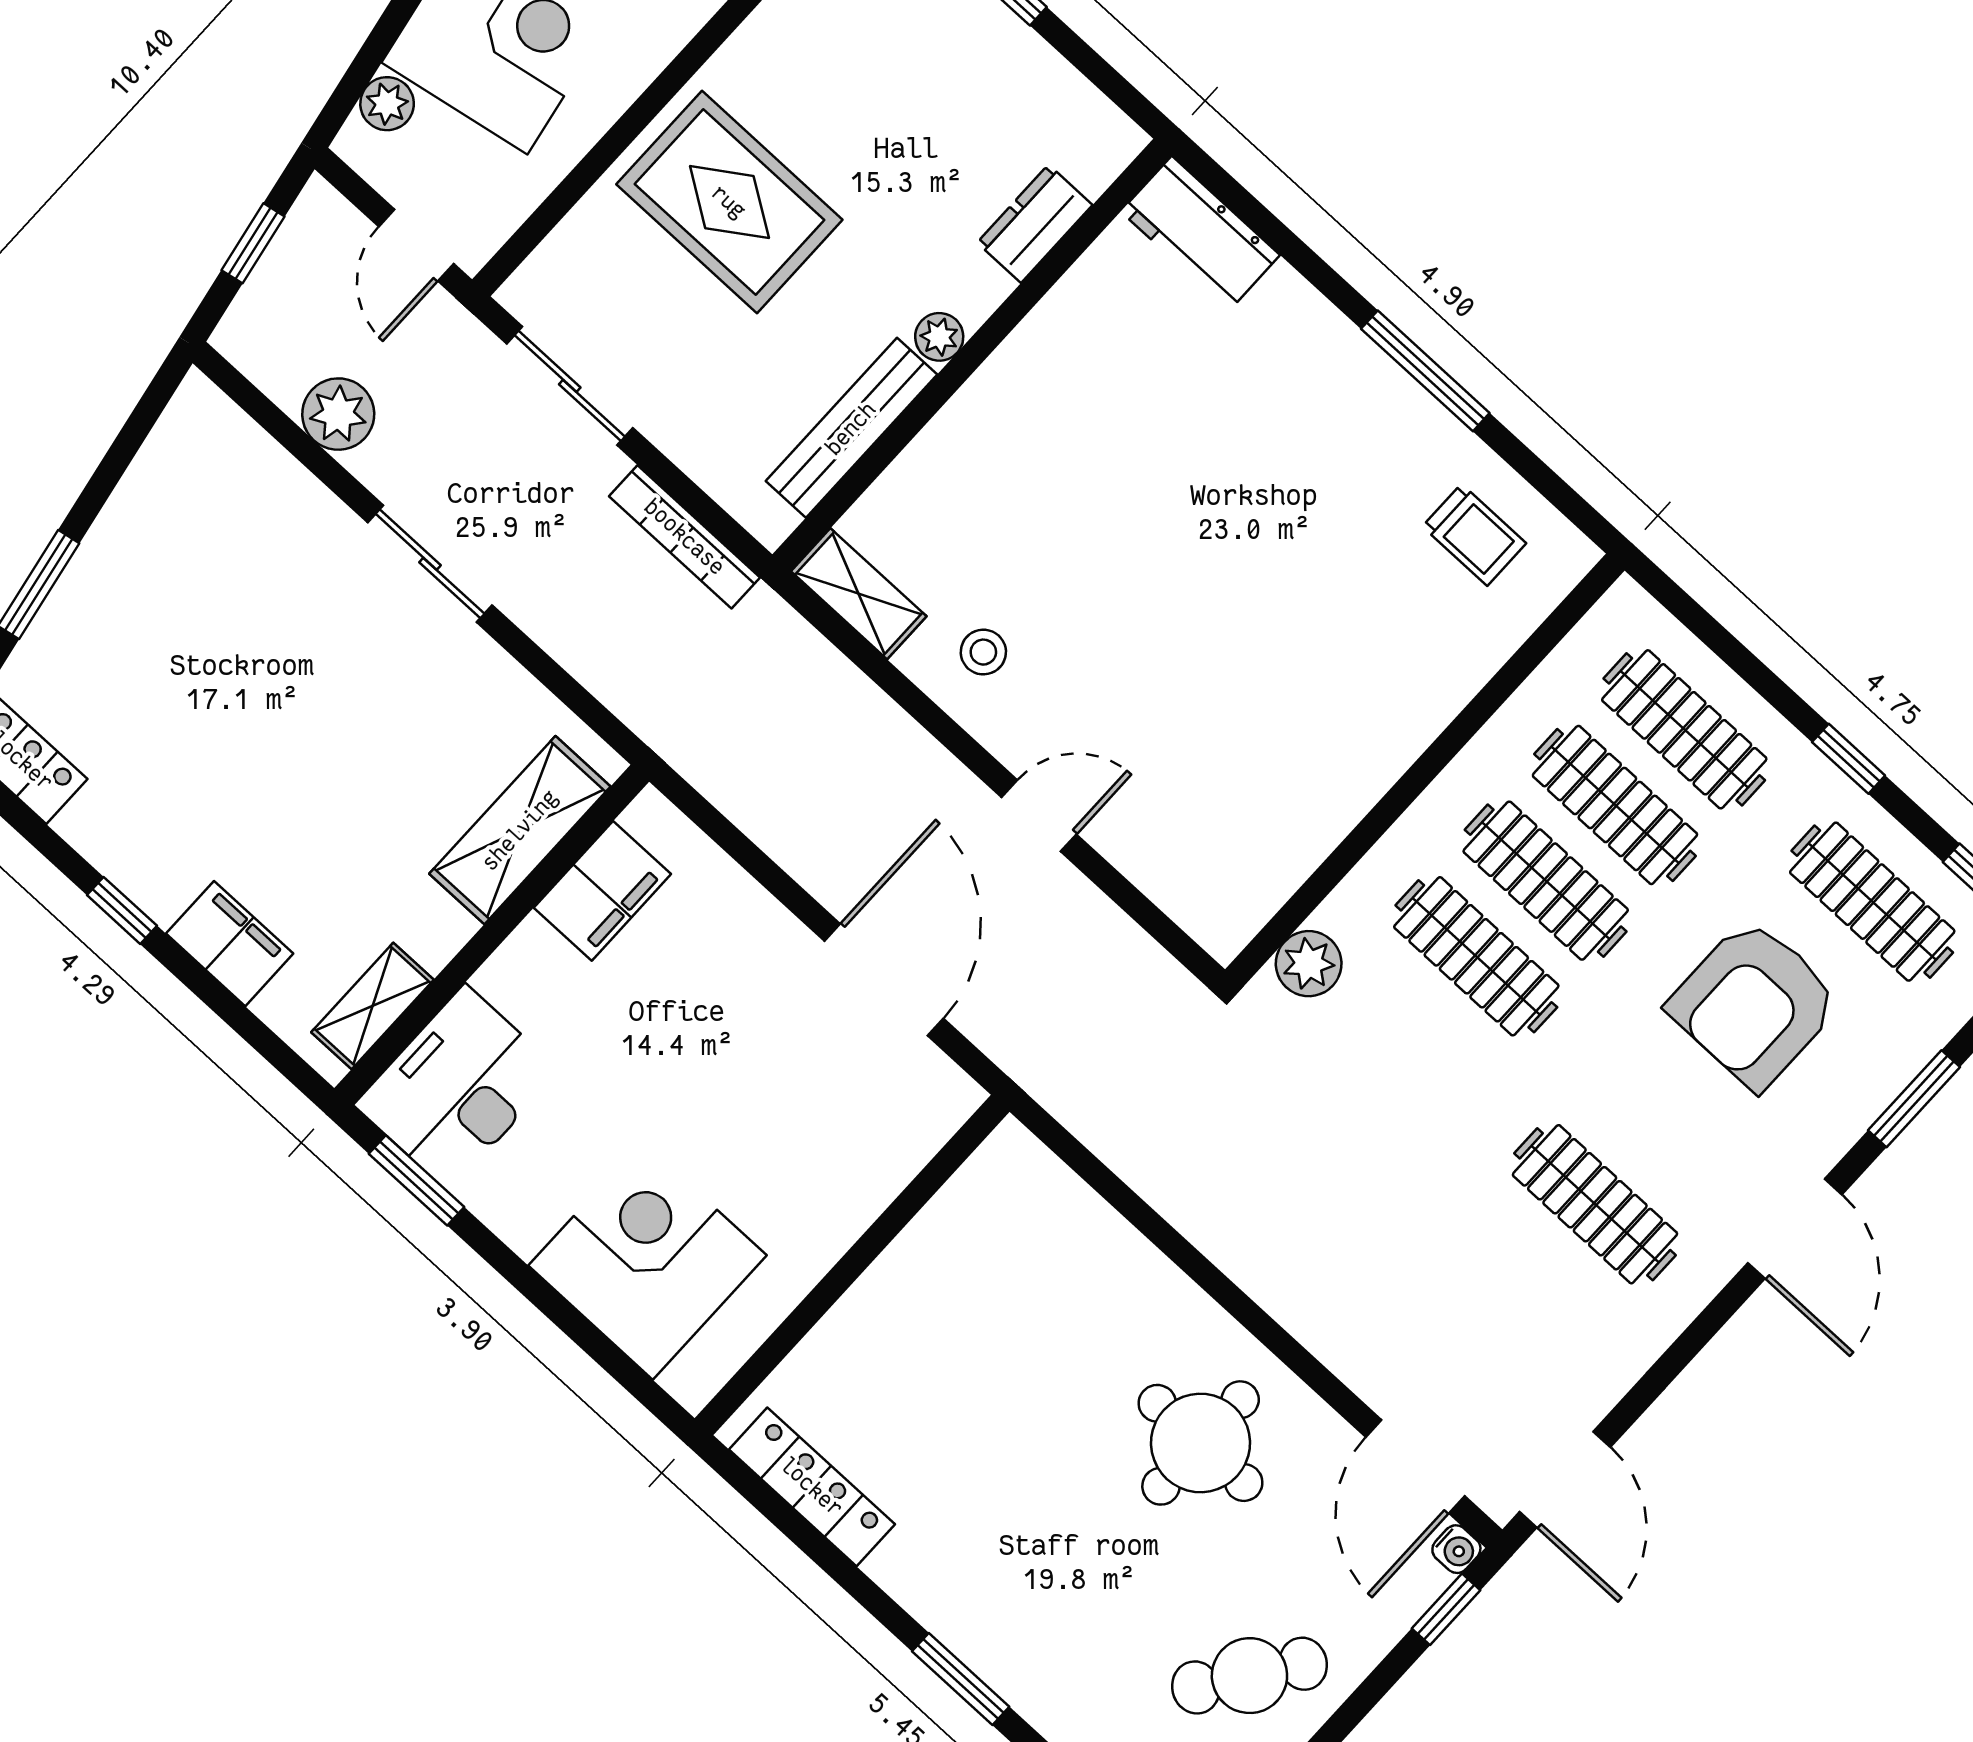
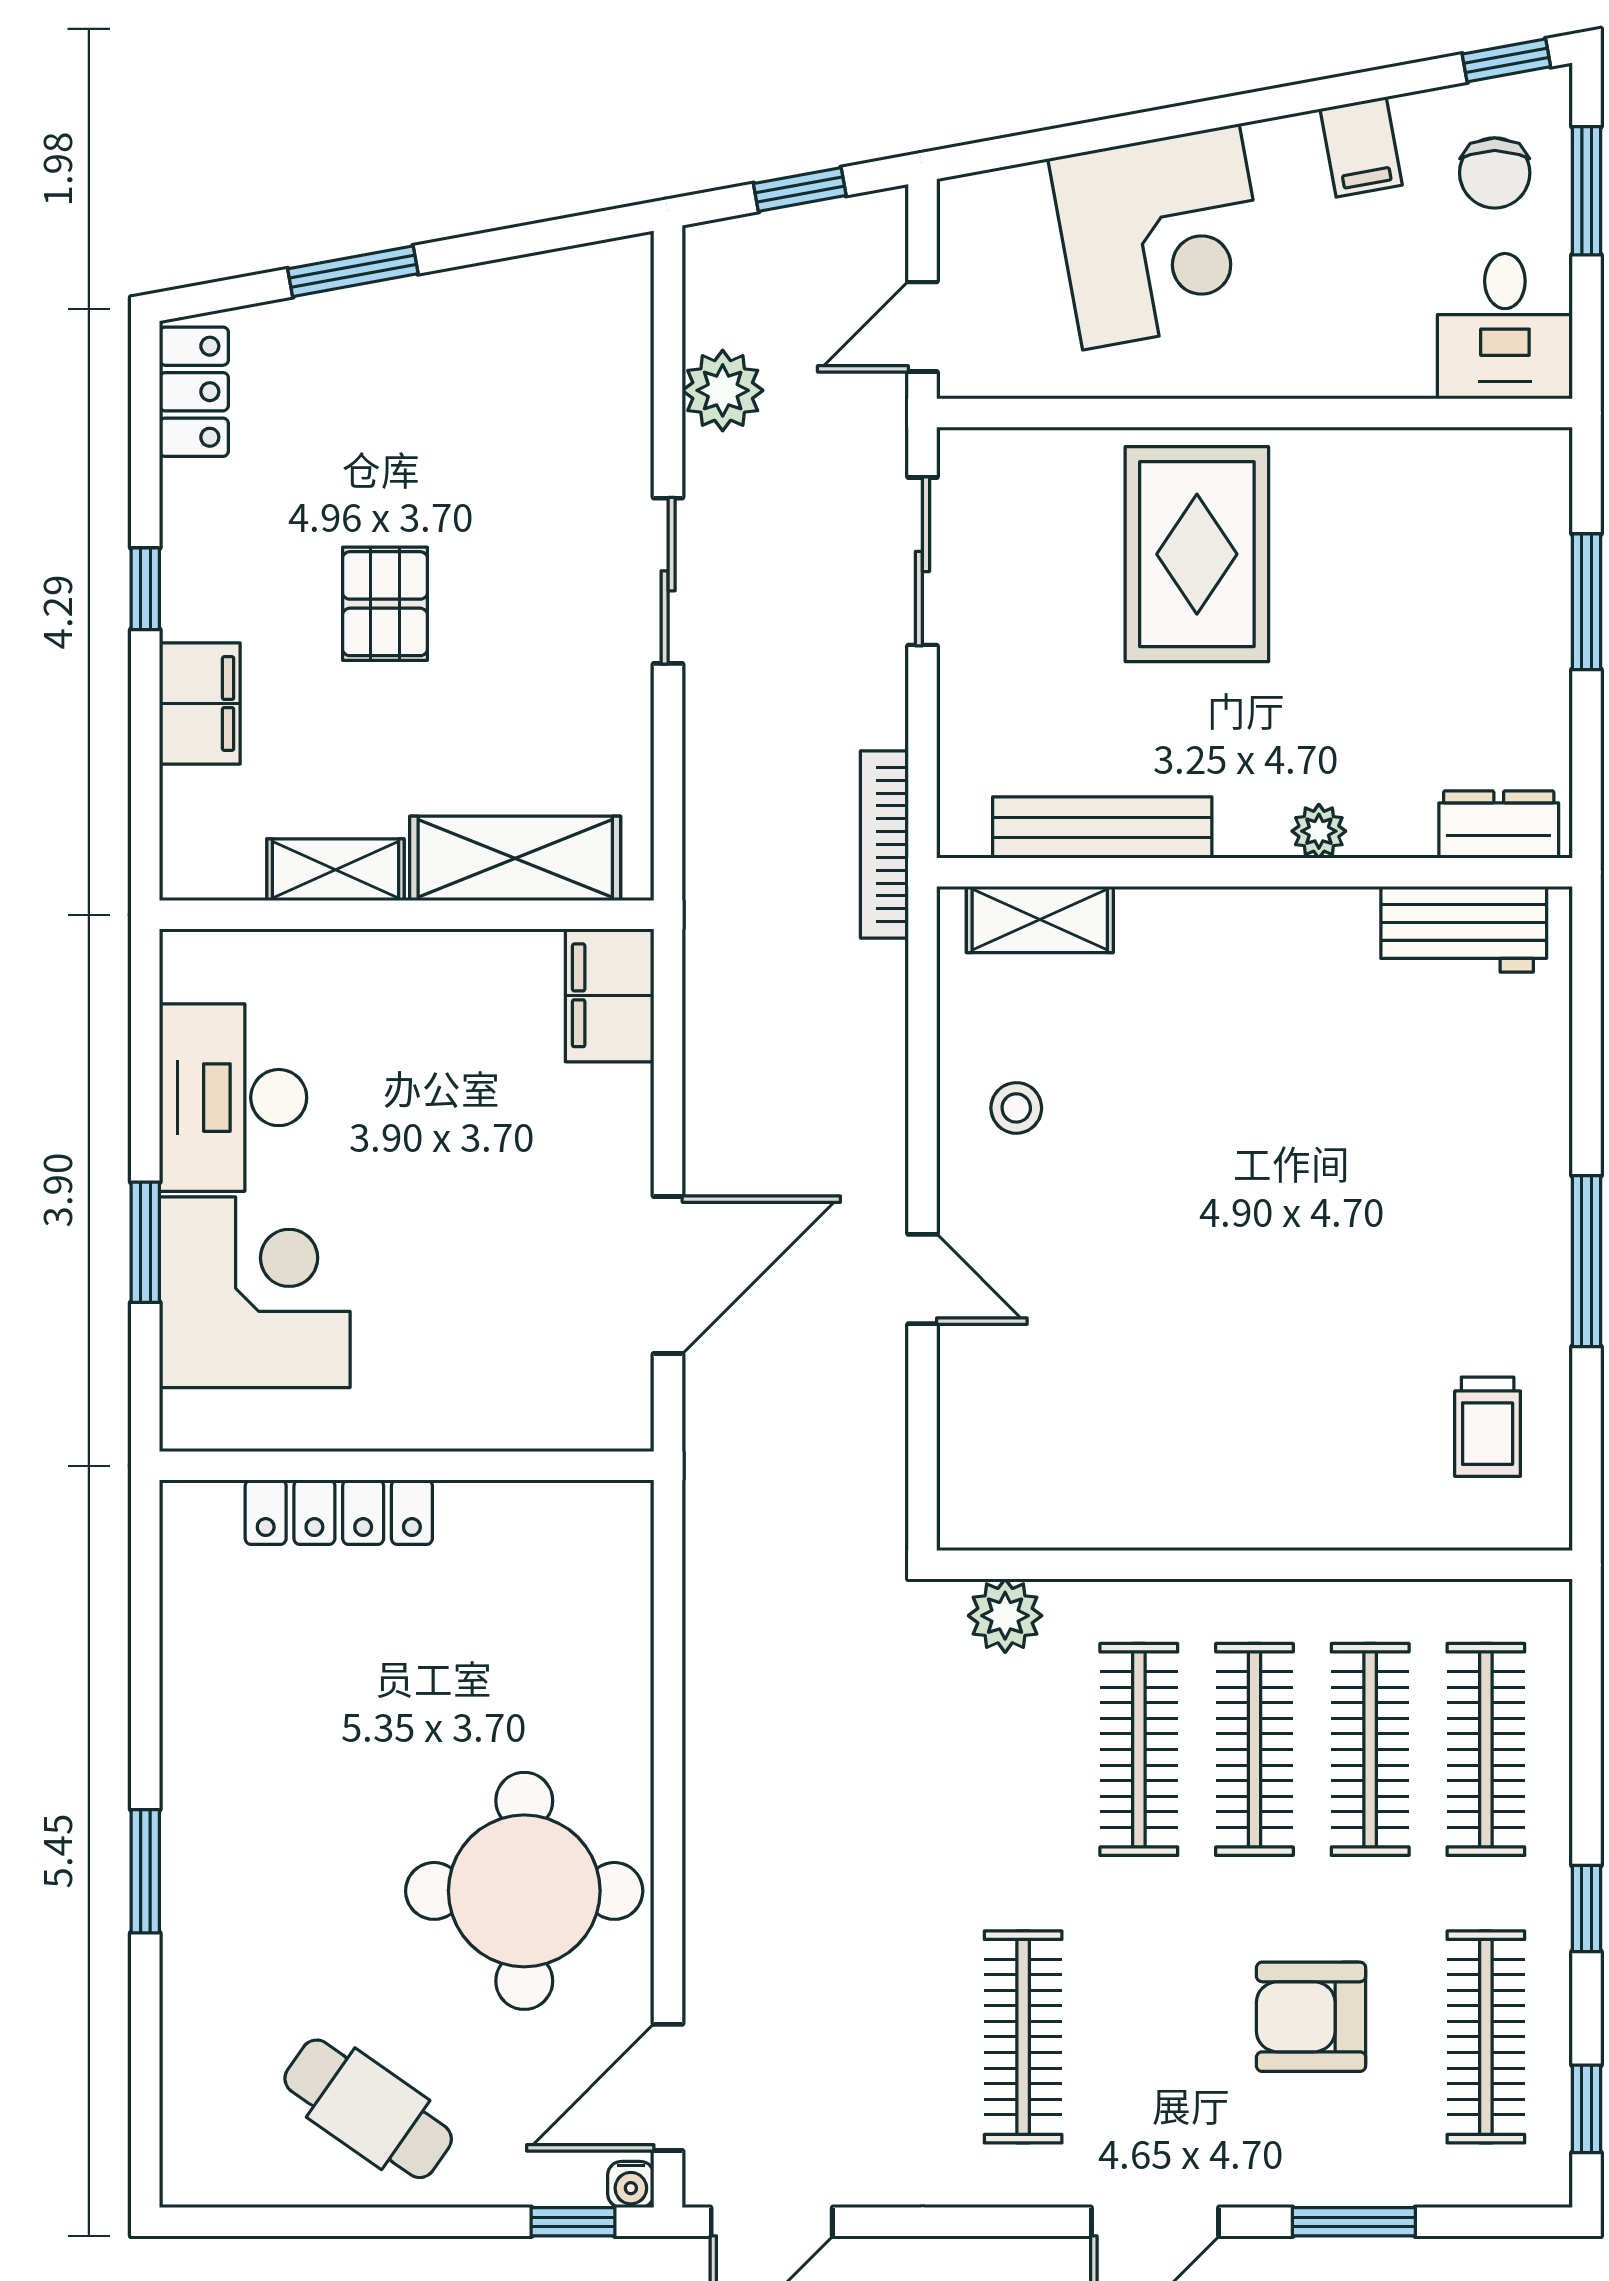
plant: (387, 104) -> (1018, 195), removed
dresser: (1035, 224) -> (1499, 824), moved
workbench: (1200, 233) -> (1464, 929), moved, turned -90
plant: (939, 337) -> (1319, 831), moved
bookcase: (685, 537) -> (884, 845), moved
shelving: (859, 594) -> (1040, 920), moved, turned 90
pallet: (275, 763) -> (385, 604), added
filing cabinet: (602, 891) -> (610, 995), moved, turned 90
armchair: (1754, 1004) -> (1311, 2017), width x0.73, depth x0.73
shelving: (372, 1006) -> (335, 870), moved
desk: (457, 1088) -> (233, 1098), moved, turned -90
window: (417, 1180) -> (145, 1242), moved
round table: (1201, 1443) -> (524, 1891), width x1.36, depth x1.36
locker: (812, 1487) -> (339, 1512), moved, turned 90

